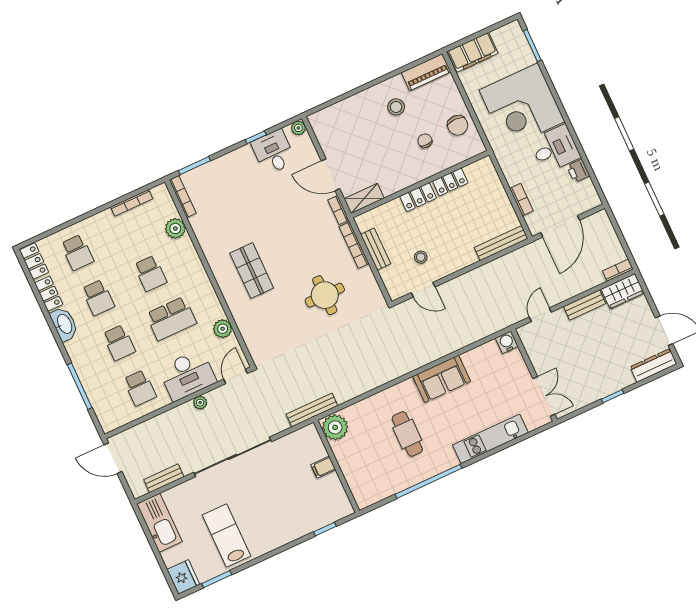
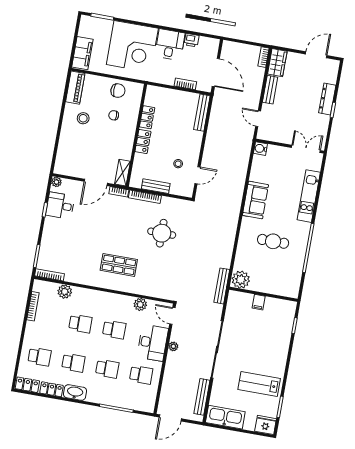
school desk: (171, 319) -> (114, 330), width x0.54
dresser: (653, 365) -> (327, 99), moved
bench: (164, 478) -> (202, 397), width x1.36

